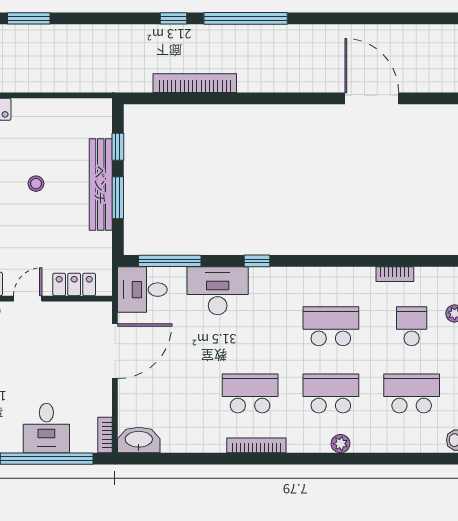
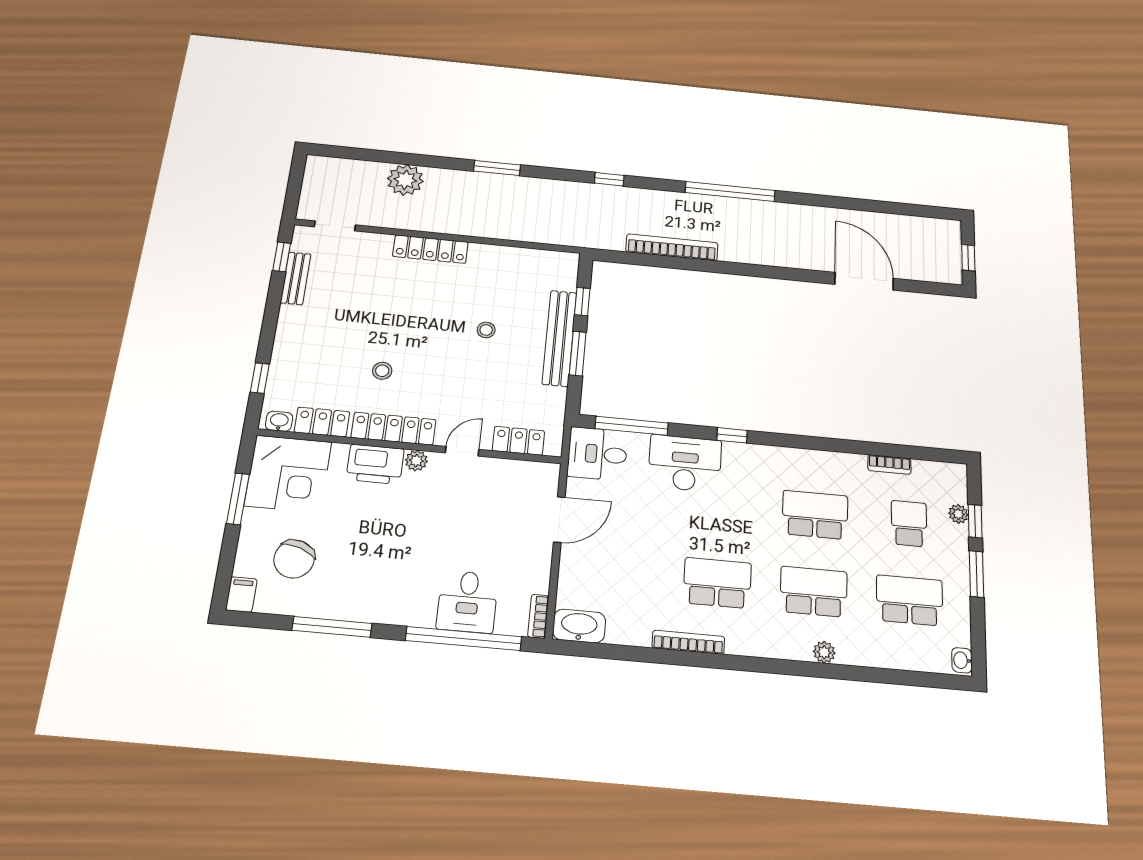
window: (174, 18) -> (609, 179), moved
door: (115, 351) -> (559, 520), width x0.73
bookcase: (256, 445) -> (688, 642), moved

